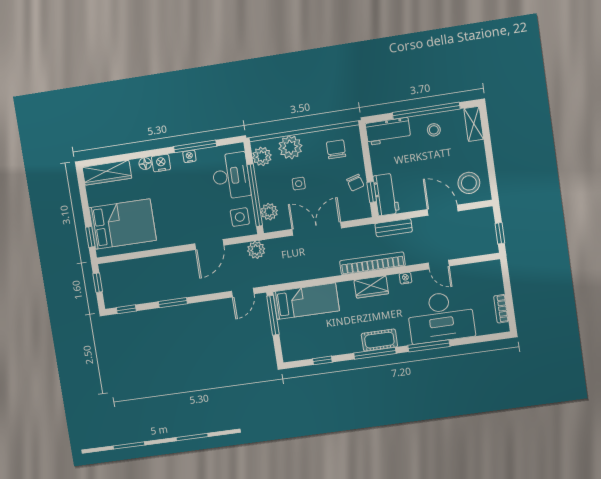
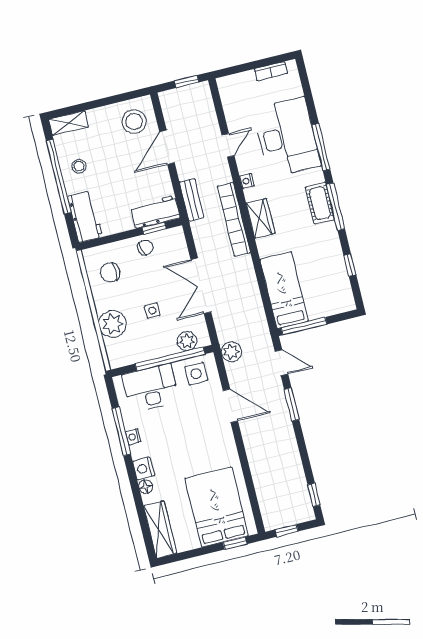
plant: (262, 156) -> (126, 355), removed
window: (173, 303) -> (292, 404), moved

